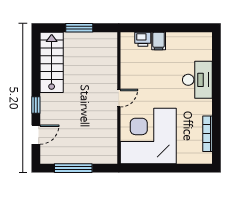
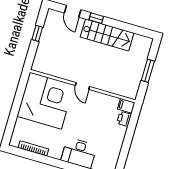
filing cabinet: (159, 41) -> (126, 106), moved
stairs: (52, 62) -> (107, 35), moved
window: (73, 168) -> (37, 33), width x0.46

